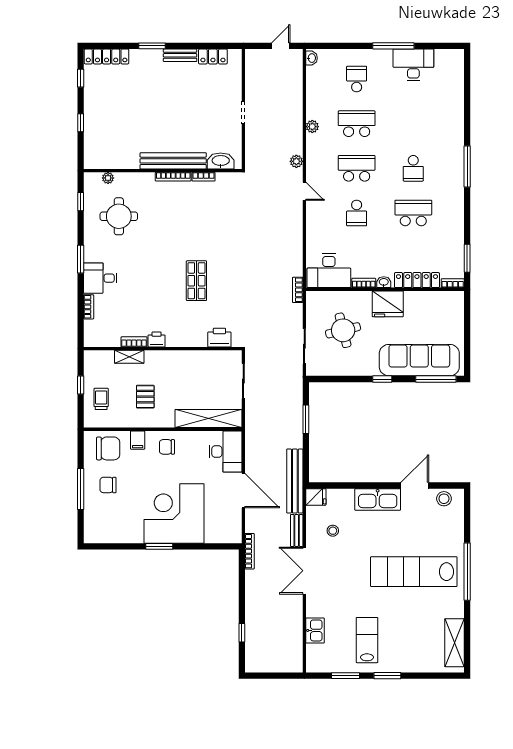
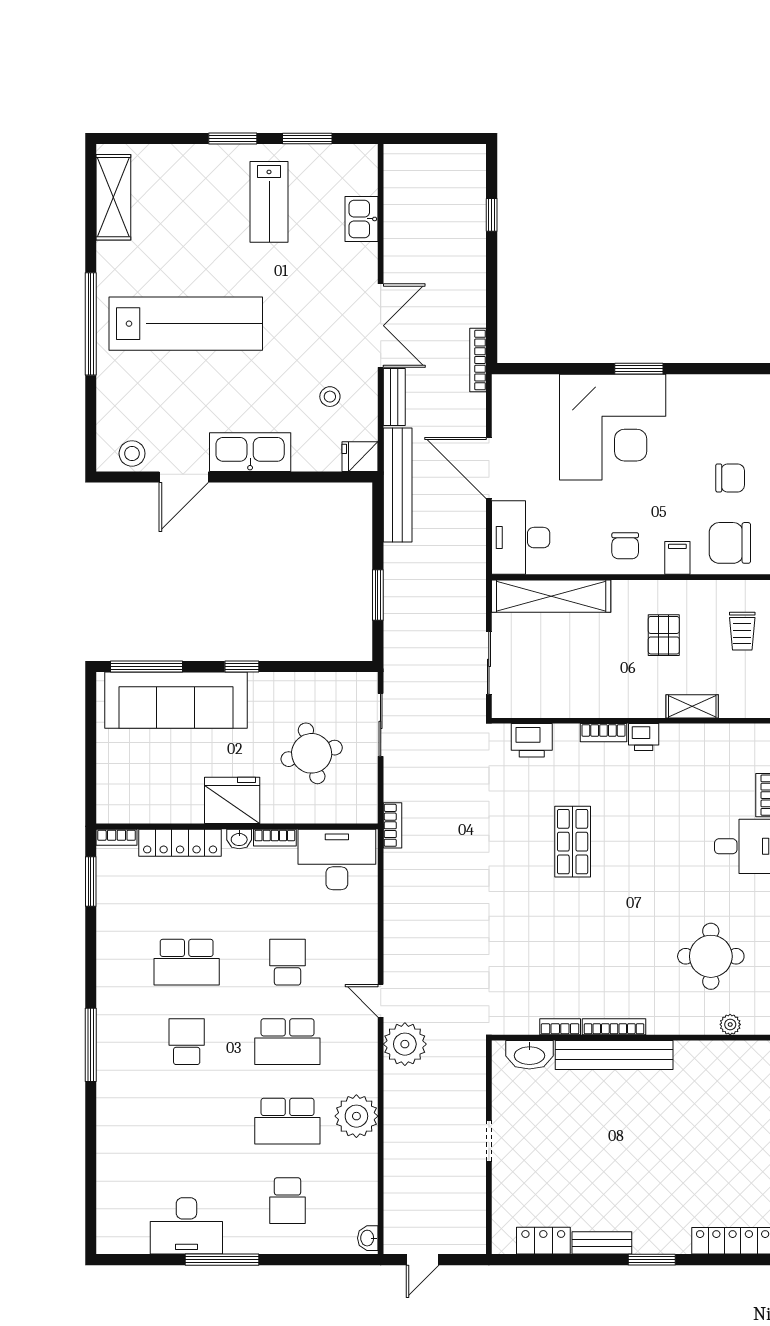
plant: (312, 127) -> (356, 1116), width x1.88, depth x1.88
plant: (296, 161) -> (405, 1044), width x1.87, depth x1.87
bookcase: (134, 342) -> (603, 733), moved
chair: (167, 447) -> (625, 546), turned 90

